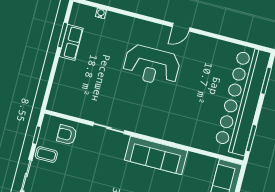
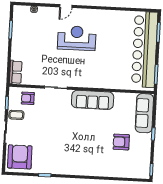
door: (181, 27) -> (66, 6), moved
row of seats: (71, 42) -> (16, 72), moved
reception desk: (152, 65) -> (77, 38), turned 180

